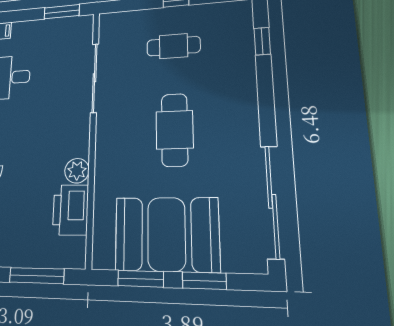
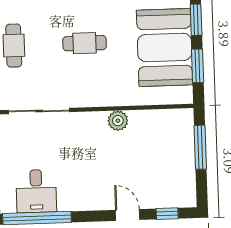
cafe table: (175, 130) -> (85, 43), width x0.73, depth x0.74
printer: (71, 210) -> (149, 124), removed

